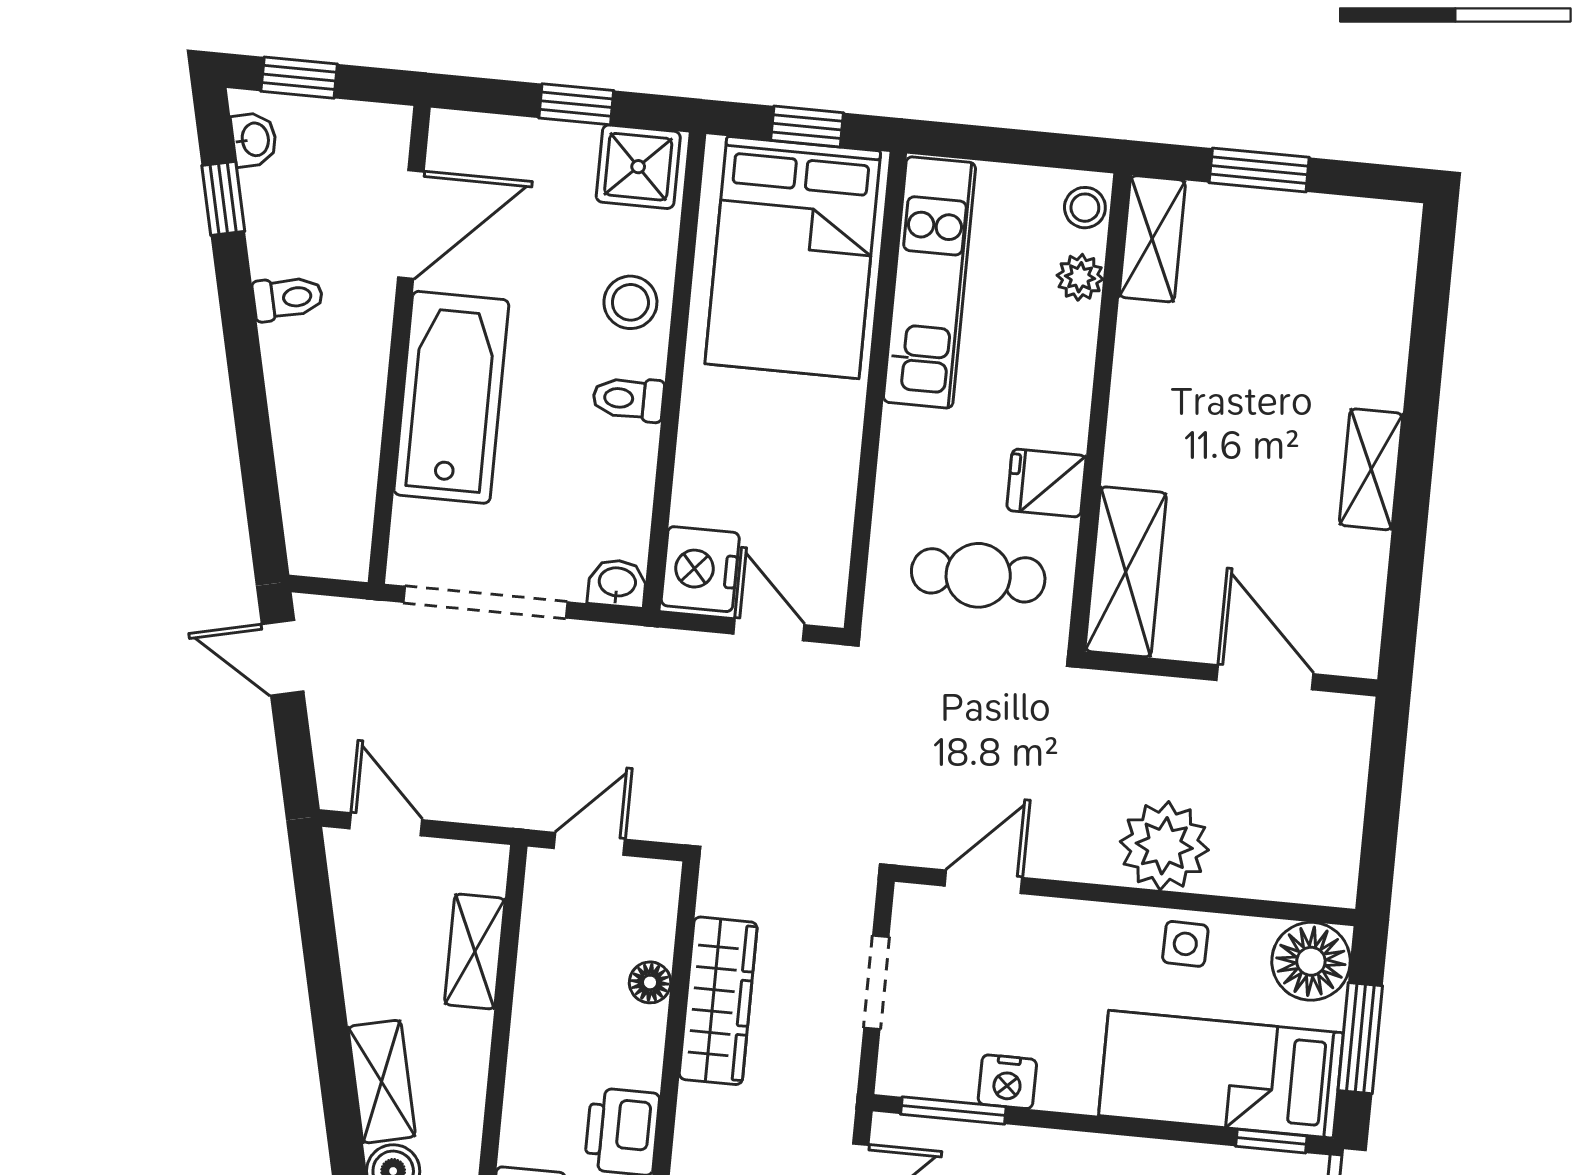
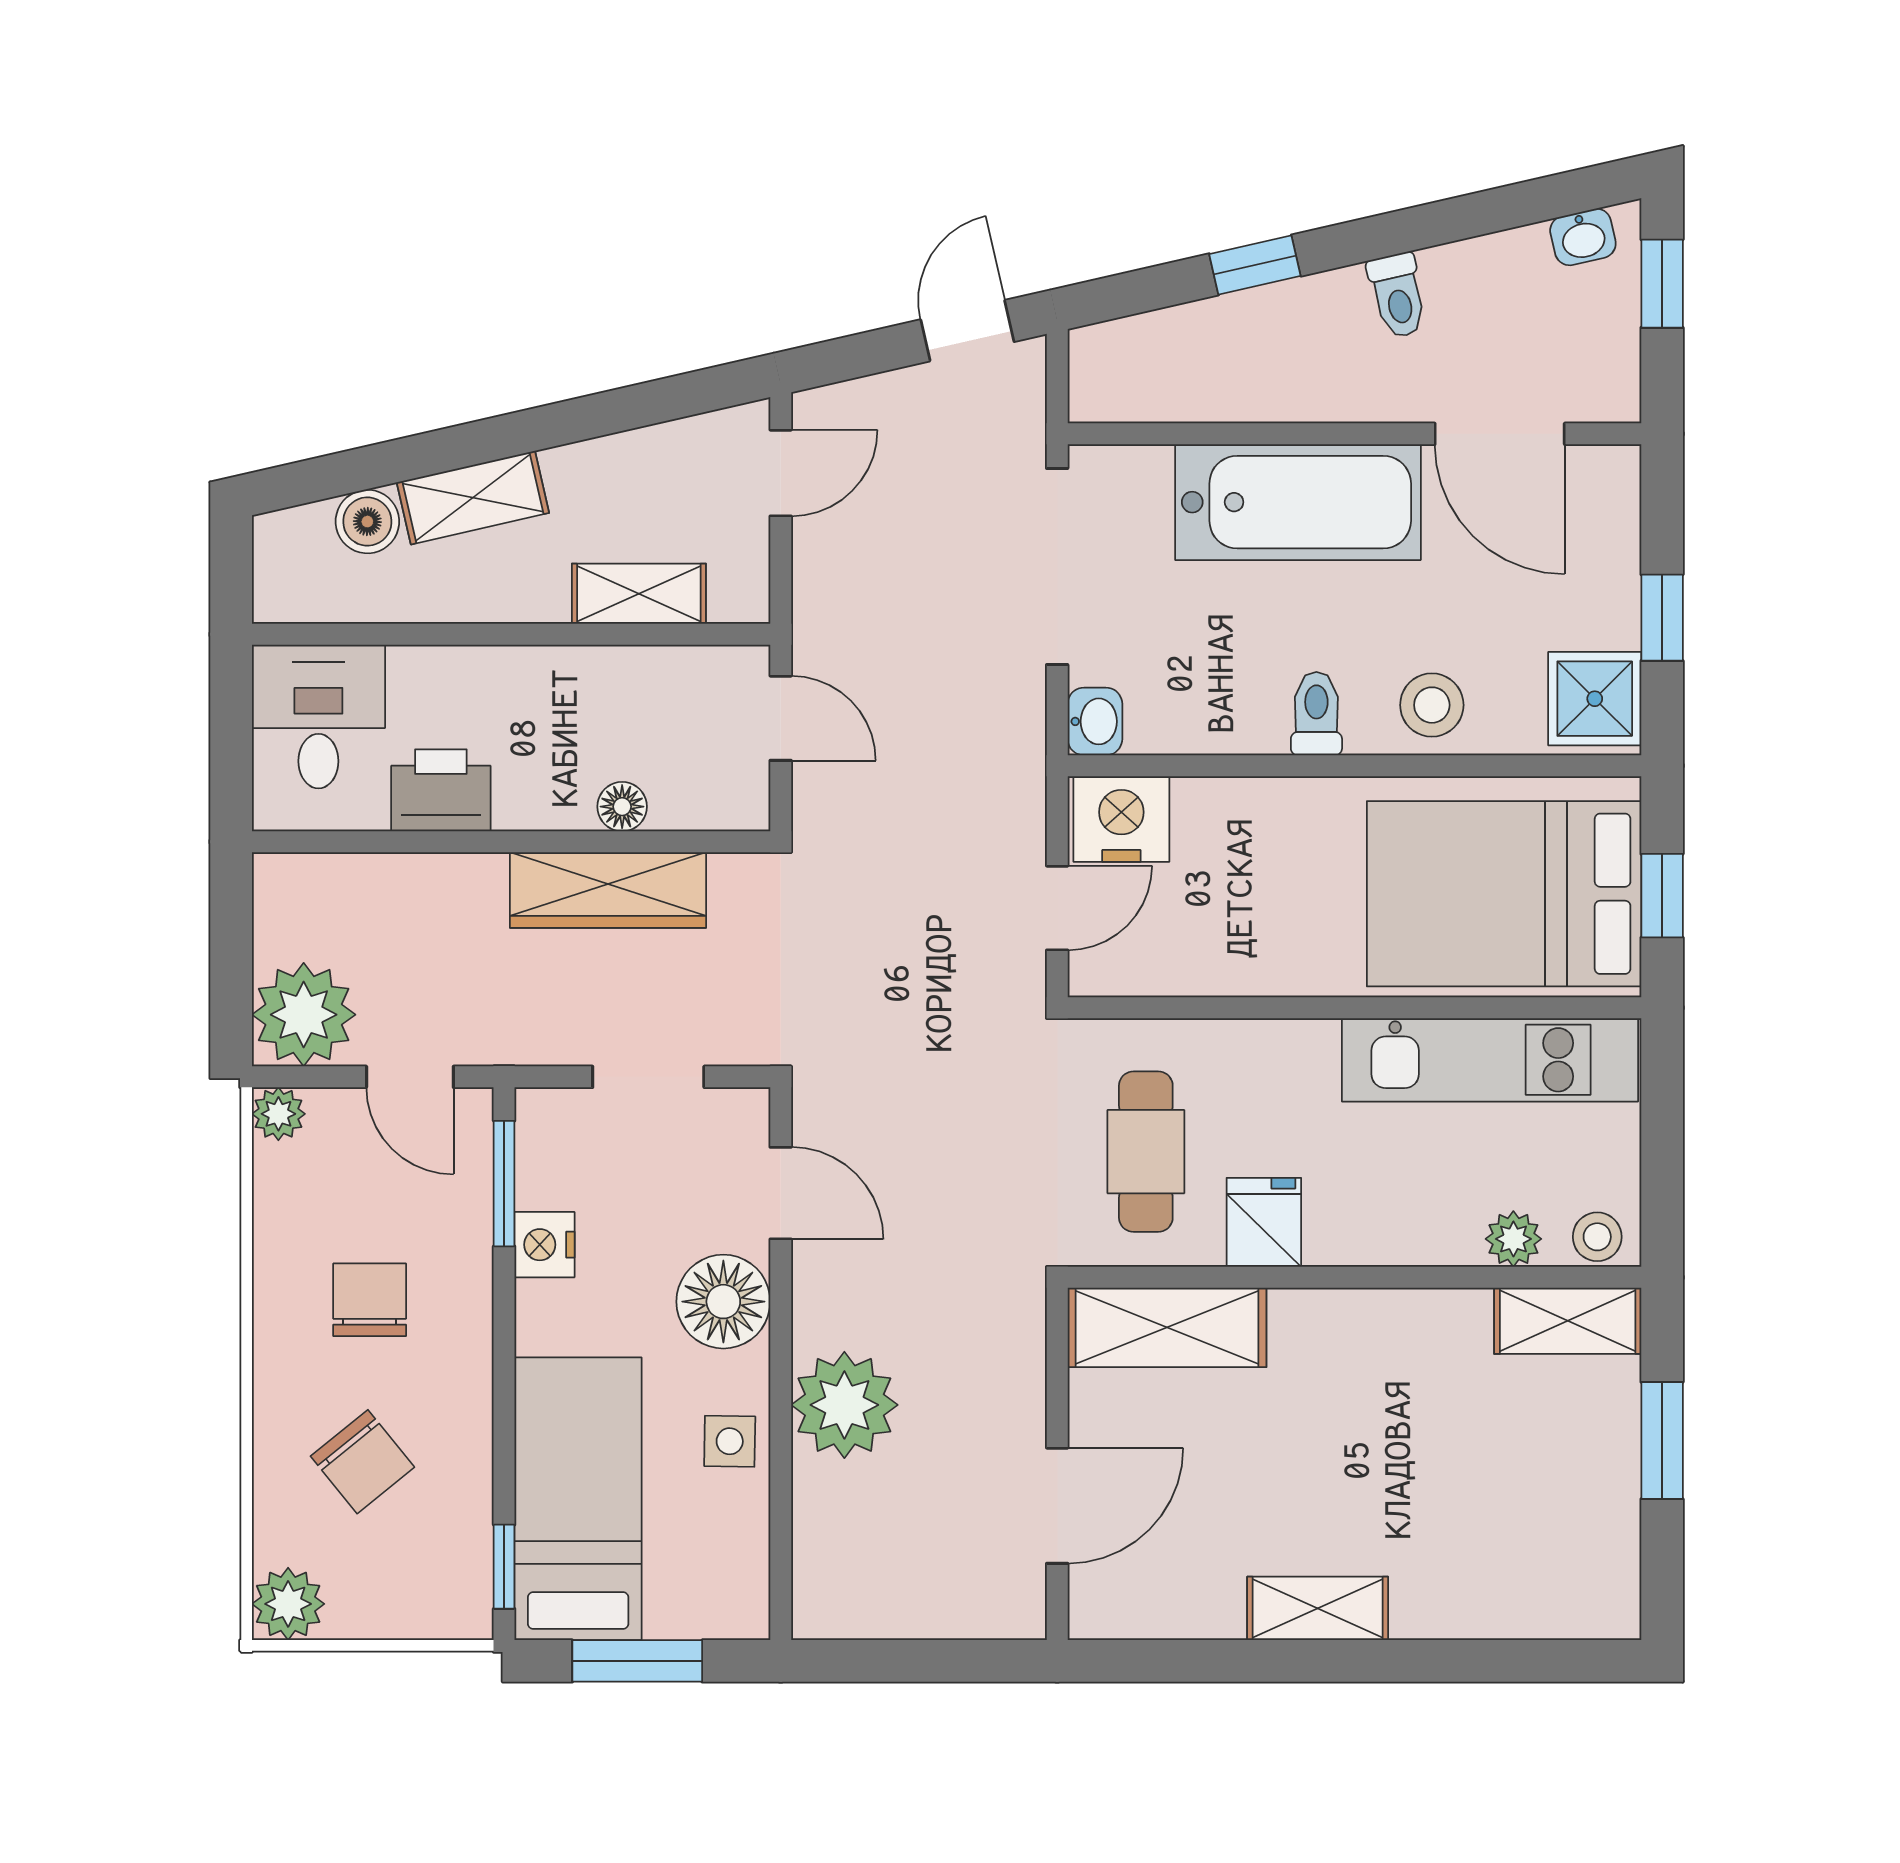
window: (223, 198) -> (1255, 265), moved
floor lamp: (1311, 961) -> (723, 1302), moved

